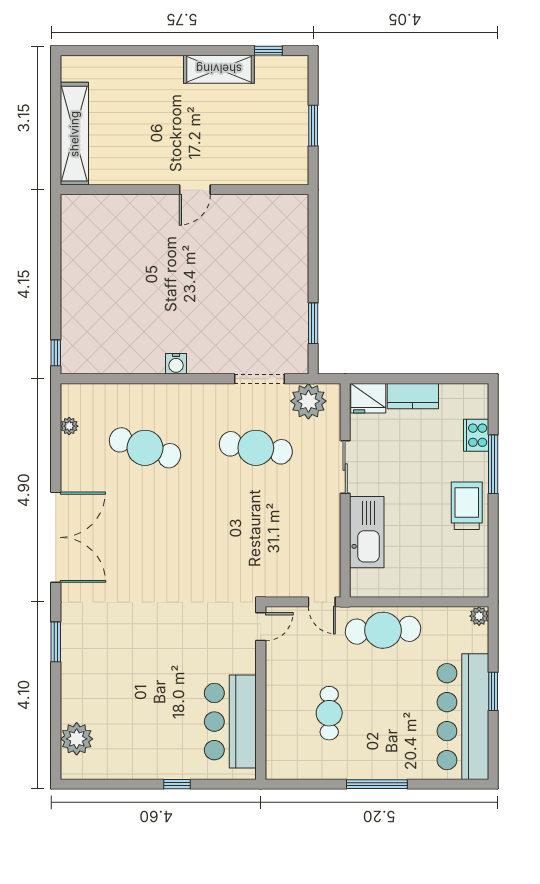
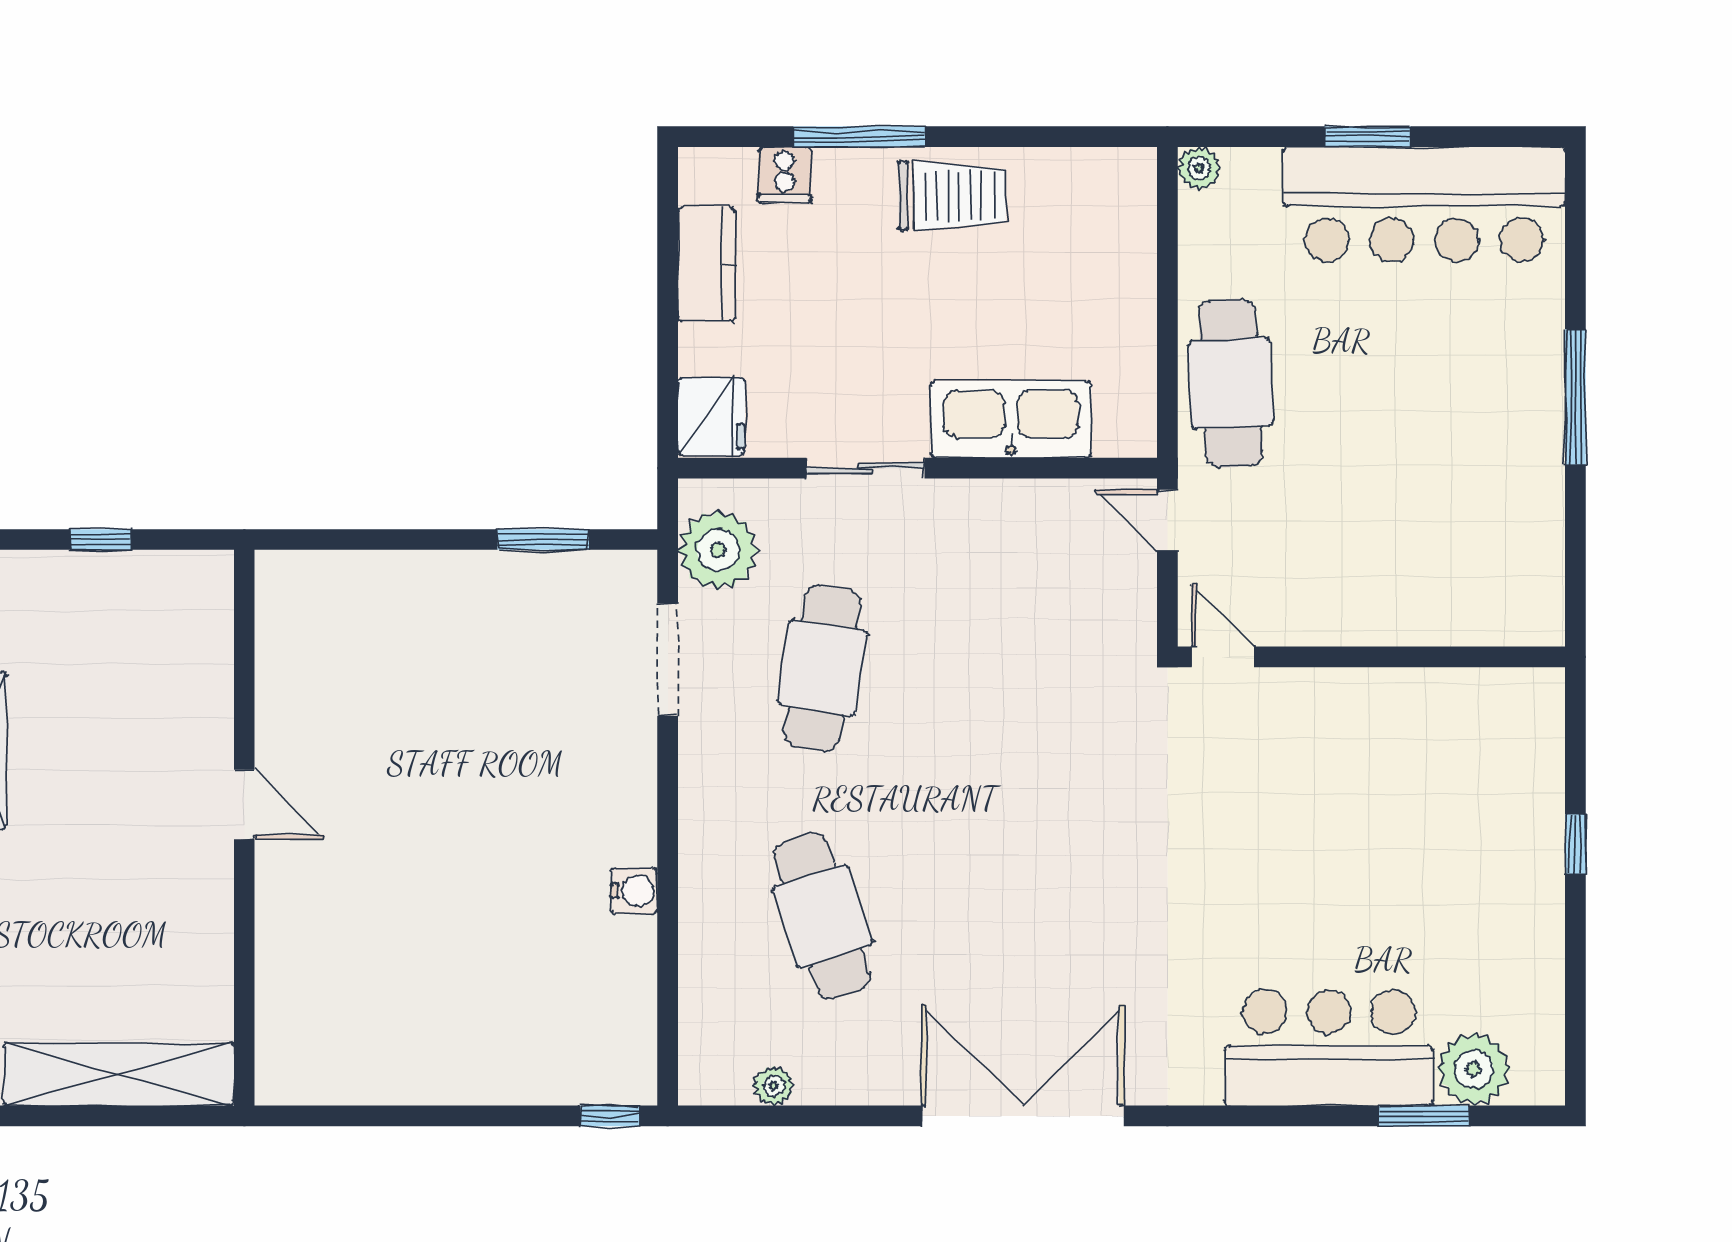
window: (313, 126) -> (101, 540), width x0.67
water cooler: (176, 364) -> (634, 891), moved
kitchen counter: (413, 396) -> (706, 264), moved
cooker: (476, 435) -> (785, 175), width x0.73
cafe table: (145, 448) -> (822, 916), turned -36
trolley: (467, 506) -> (952, 196), turned 180
door: (322, 602) -> (1167, 520), swing flipped
window: (56, 642) -> (1424, 1116), moved
cafe table: (329, 713) -> (1417, 504), removed
bar counter: (230, 722) -> (1329, 1048), moved, turned 180

